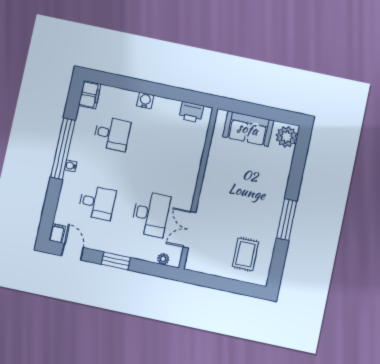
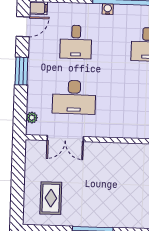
double door: (190, 230) -> (65, 139), swing flipped
rug: (245, 254) -> (51, 198), turned 90

